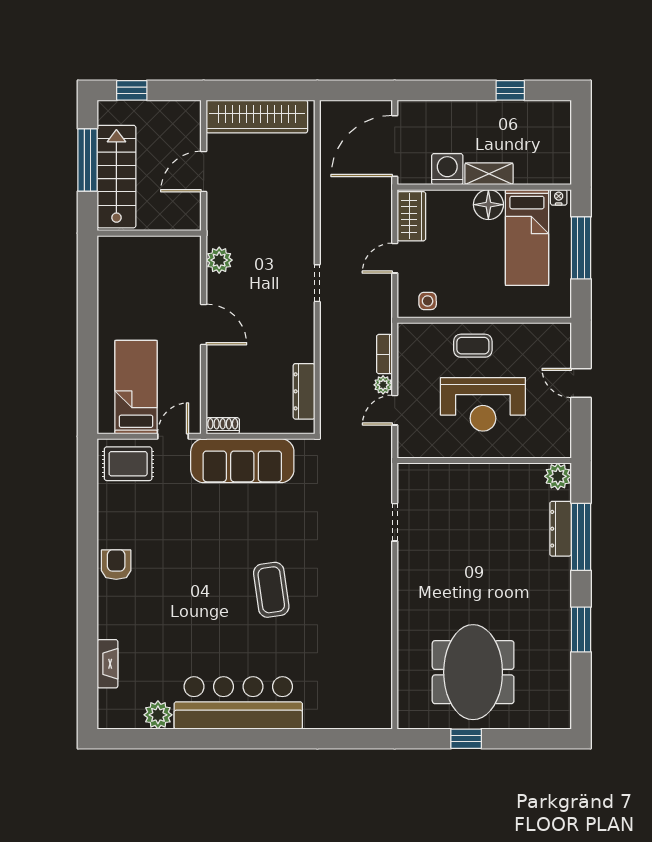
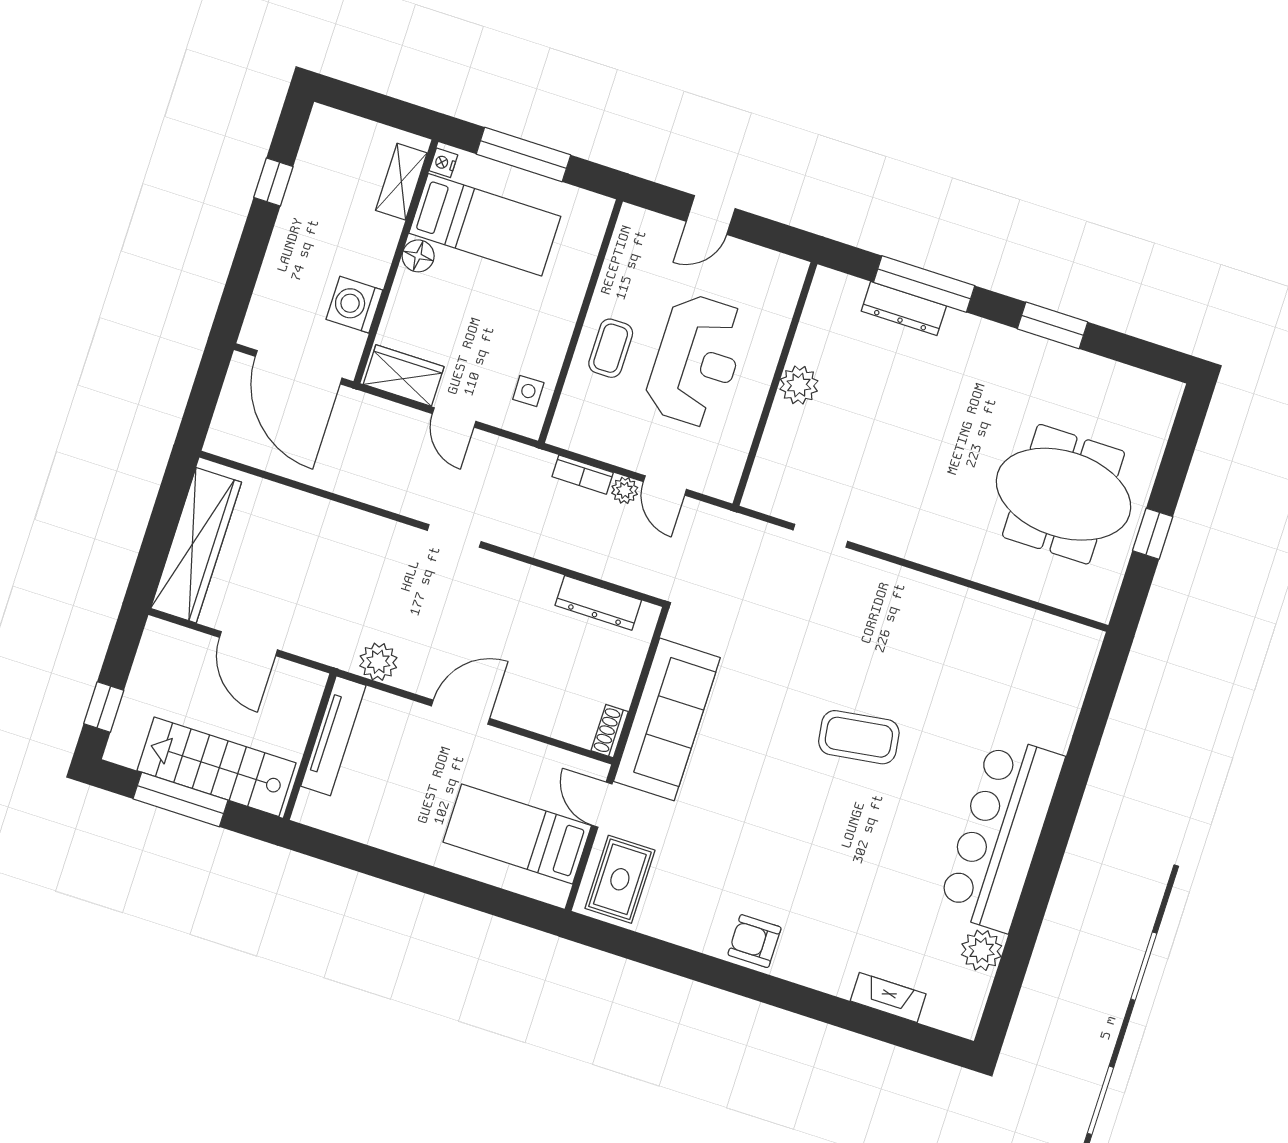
shelving: (489, 174) -> (401, 182), moved
floor lamp: (488, 205) -> (418, 256), width x0.73, depth x0.73
tv unit: (161, 246) -> (333, 736), added
plant: (558, 476) -> (799, 385), moved

